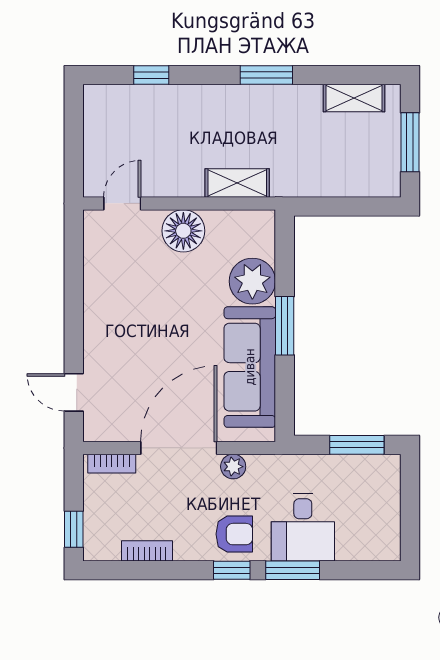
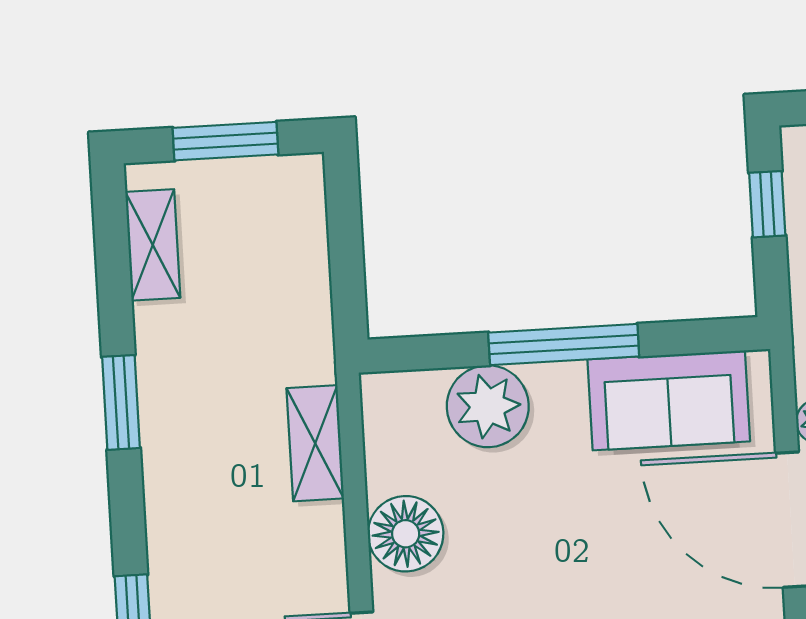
window: (285, 326) -> (564, 345), width x1.44
sofa: (250, 367) -> (669, 400), width x0.73
window: (357, 445) -> (767, 204), width x0.67

